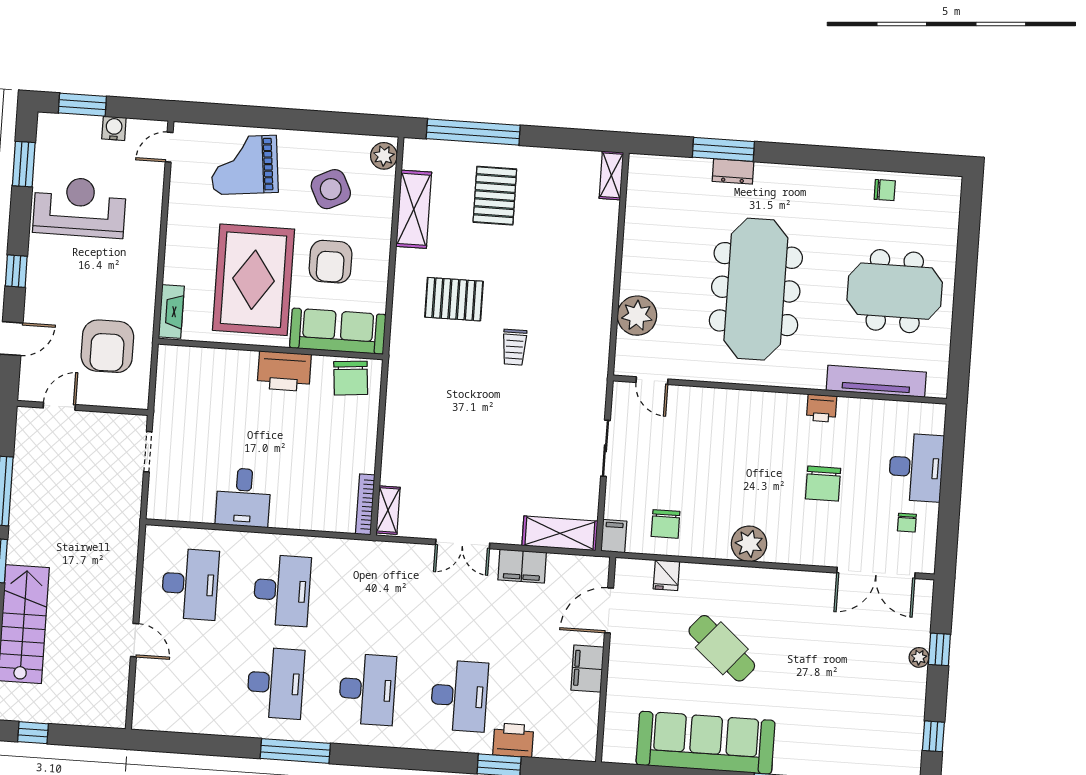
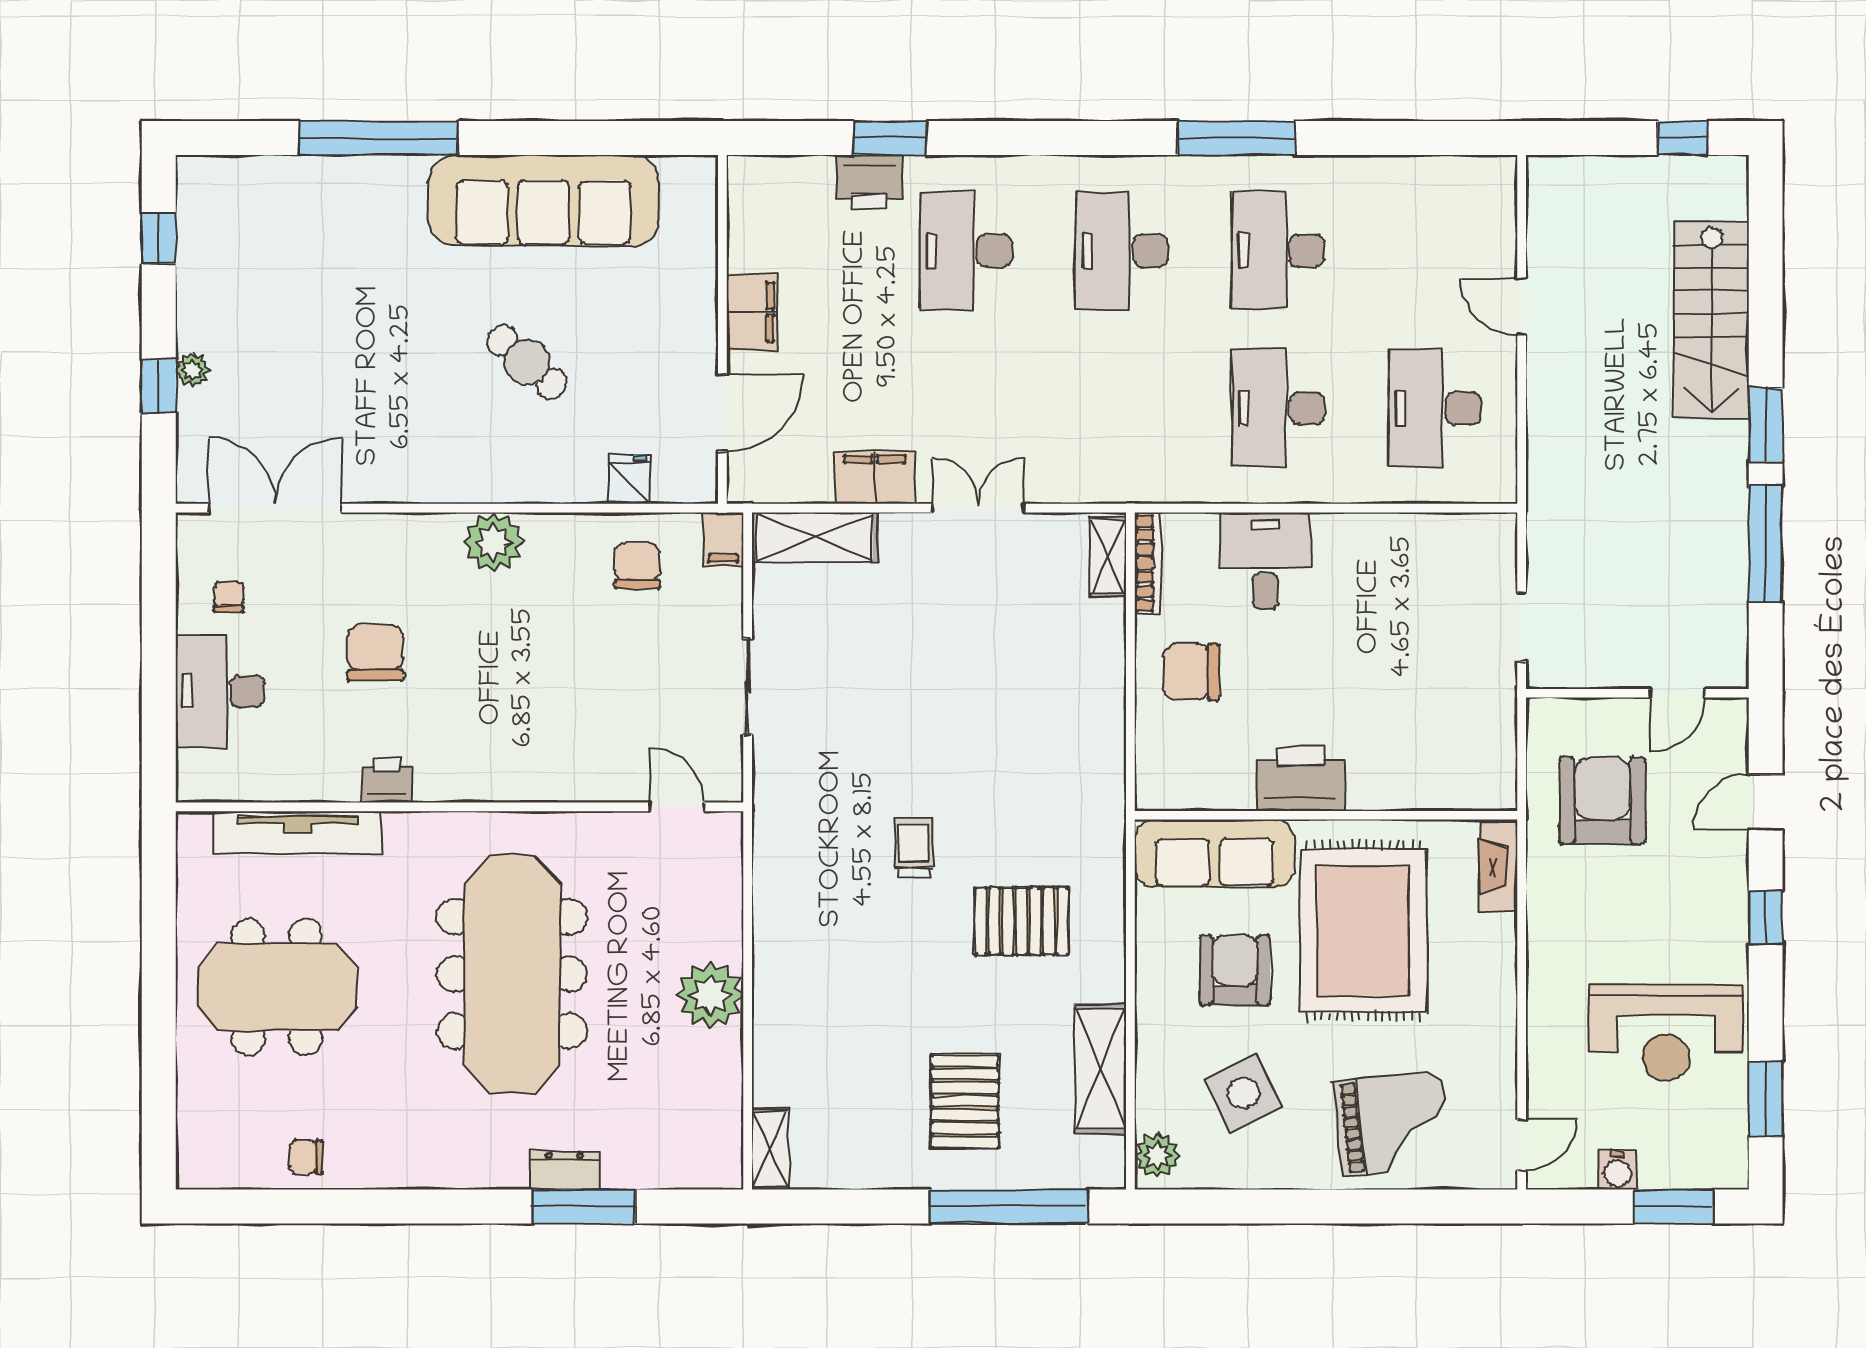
plant: (637, 316) -> (710, 995), moved
chair: (351, 378) -> (1191, 672), moved, turned -85
desk: (243, 497) -> (1265, 561), moved
cafe table: (722, 648) -> (527, 362), width x0.73, depth x0.74

